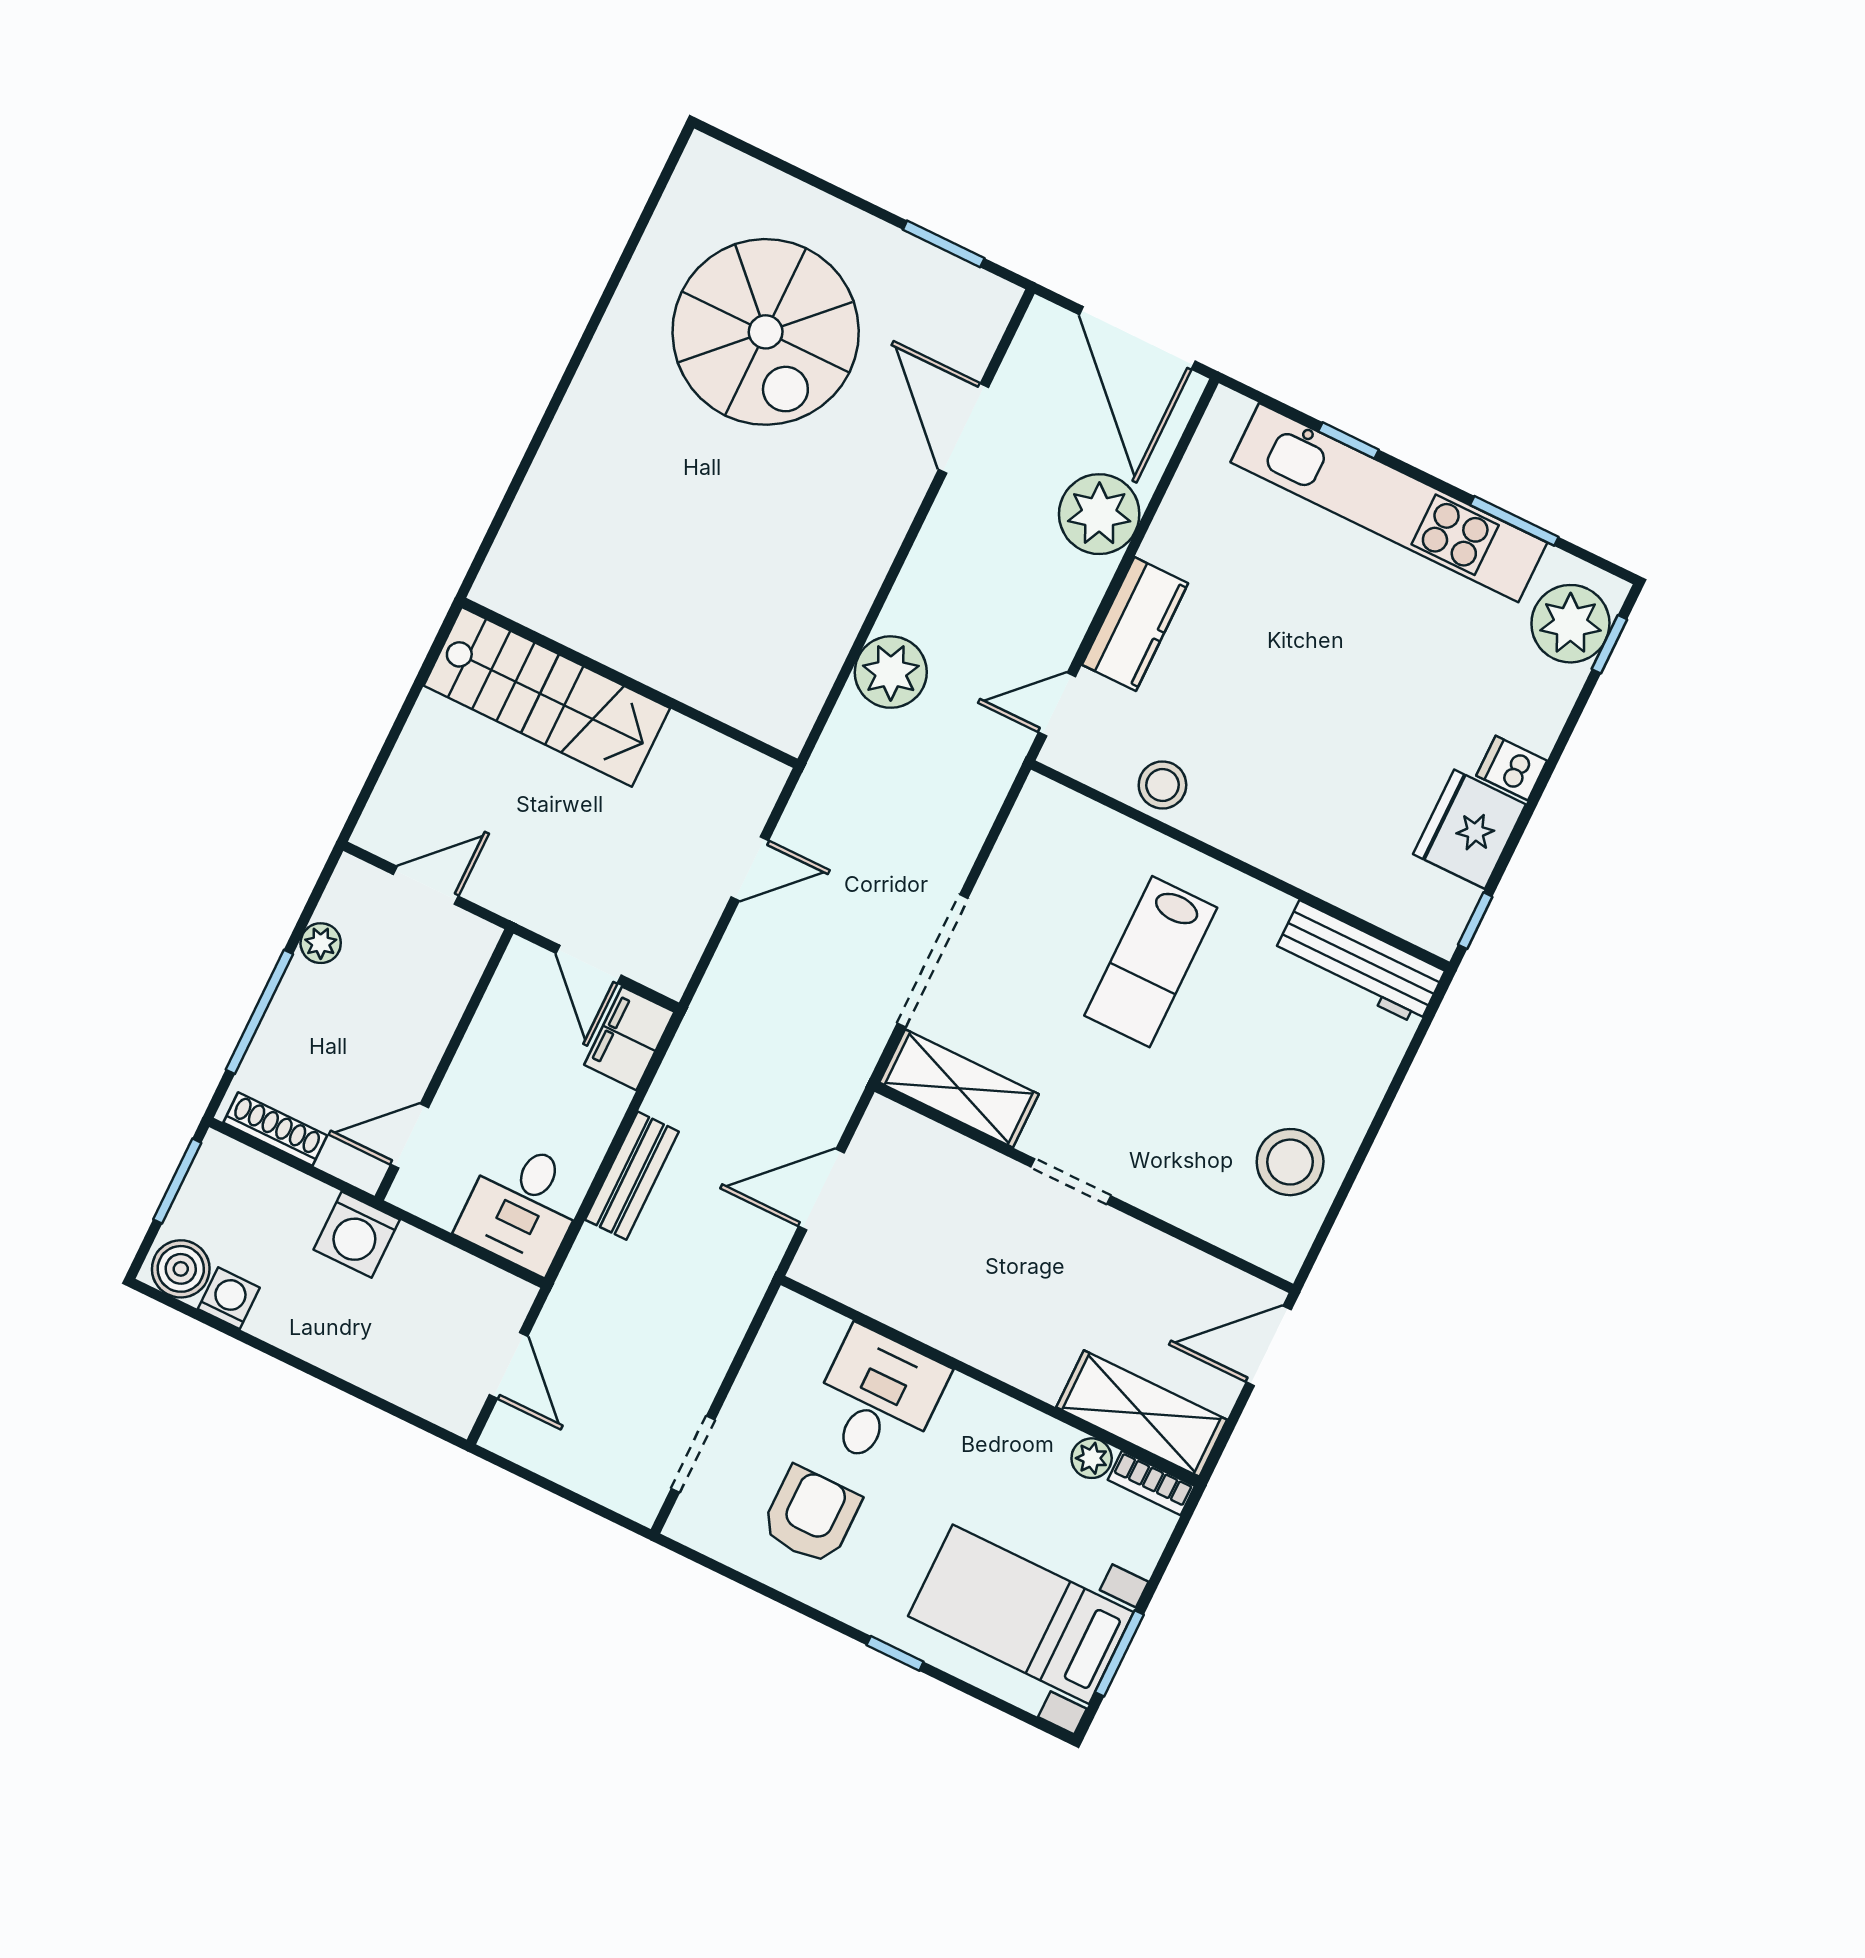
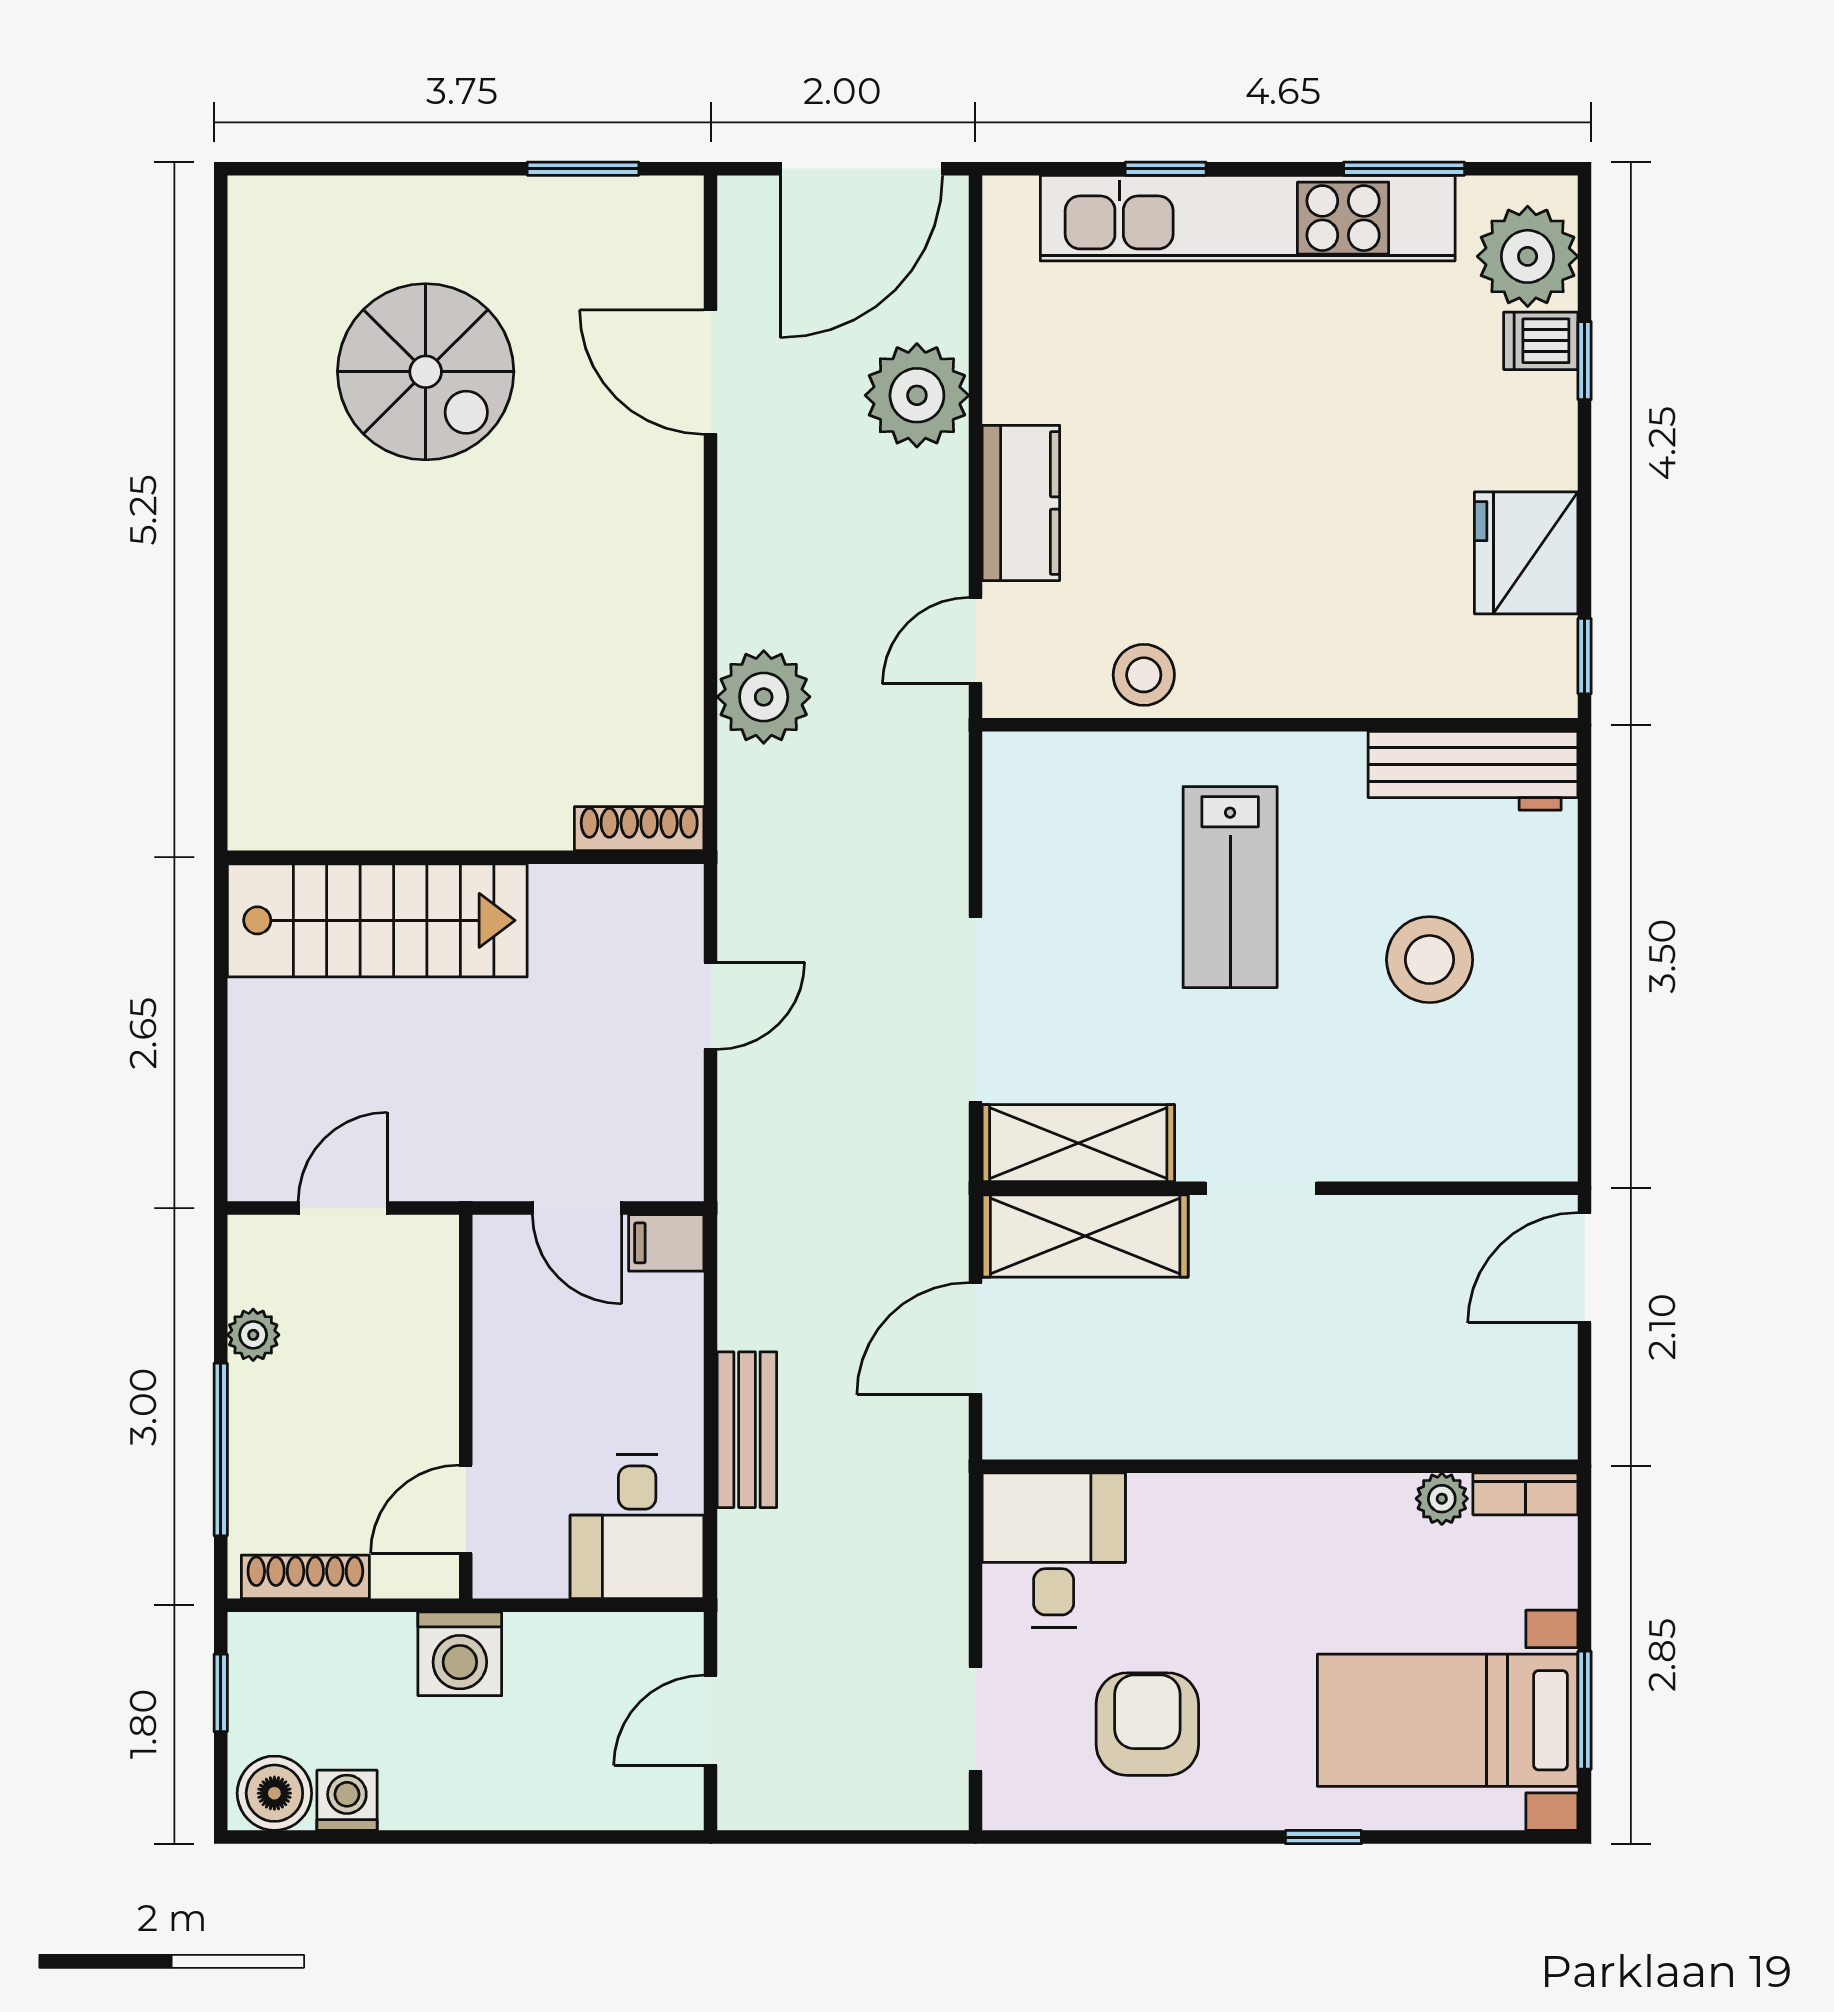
spiral stairs: (766, 332) -> (426, 372), width x0.73, depth x0.73
door: (1137, 338) -> (862, 169), hinge flipped
window: (1609, 644) -> (1585, 361), moved
shoe rack: (760, 721) -> (639, 829), added
dishwasher: (1512, 768) -> (1541, 341), moved
filing cabinet: (629, 1038) -> (666, 1243), width x0.50
stool: (1290, 1162) -> (1430, 960), moved
window: (177, 1181) -> (221, 1693), width x0.67
door: (509, 1365) -> (711, 1720), swing flipped
desk: (878, 1398) -> (1054, 1550), moved
shelving: (1142, 1414) -> (1085, 1236), moved

